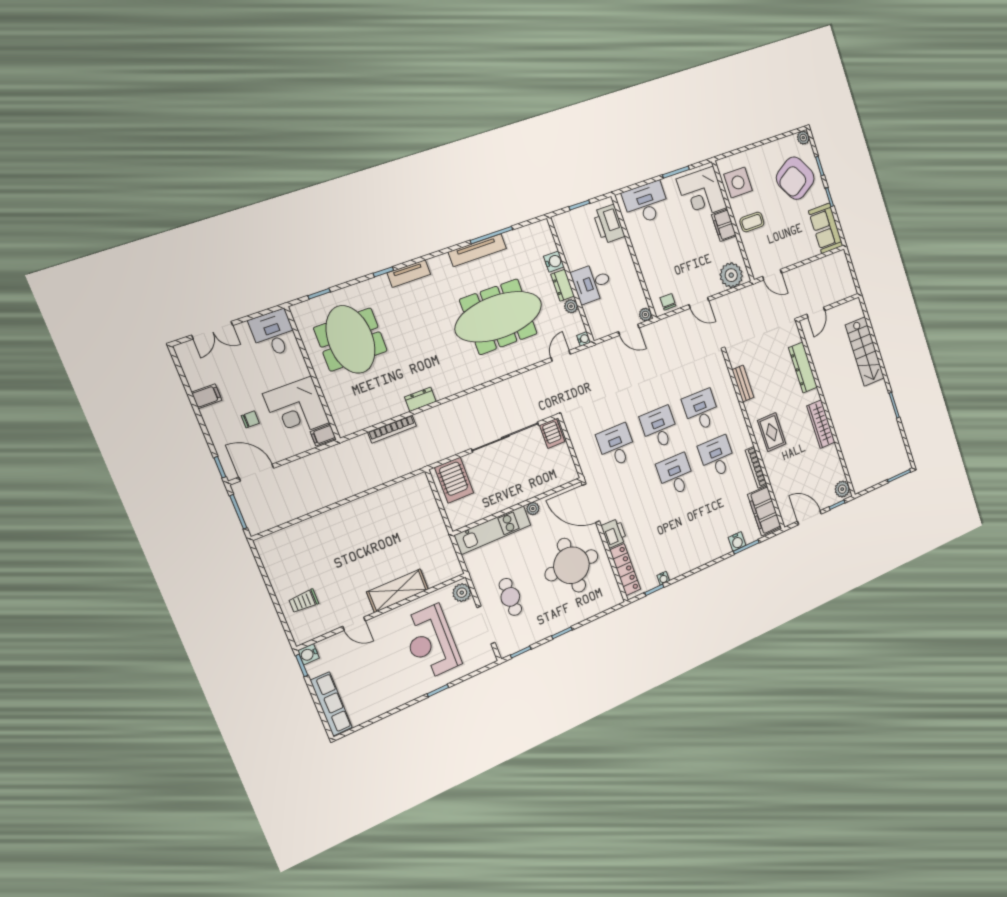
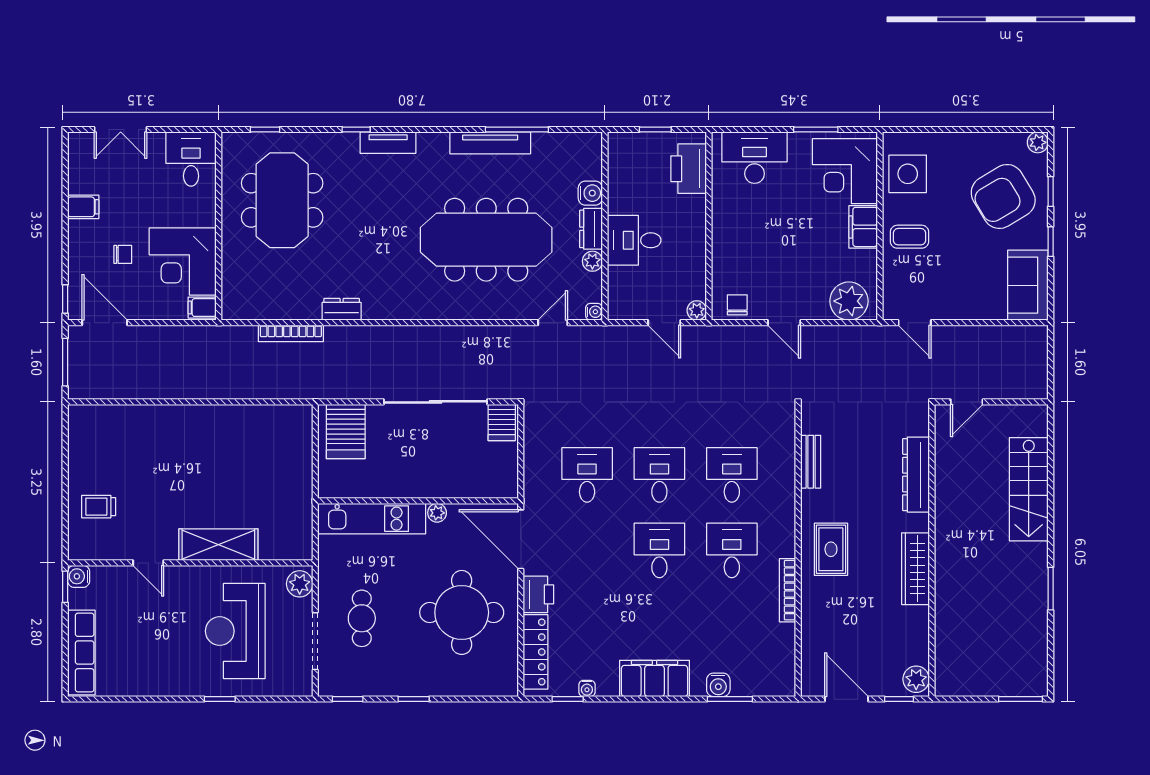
filing cabinet: (764, 511) -> (655, 678), moved, turned 90

